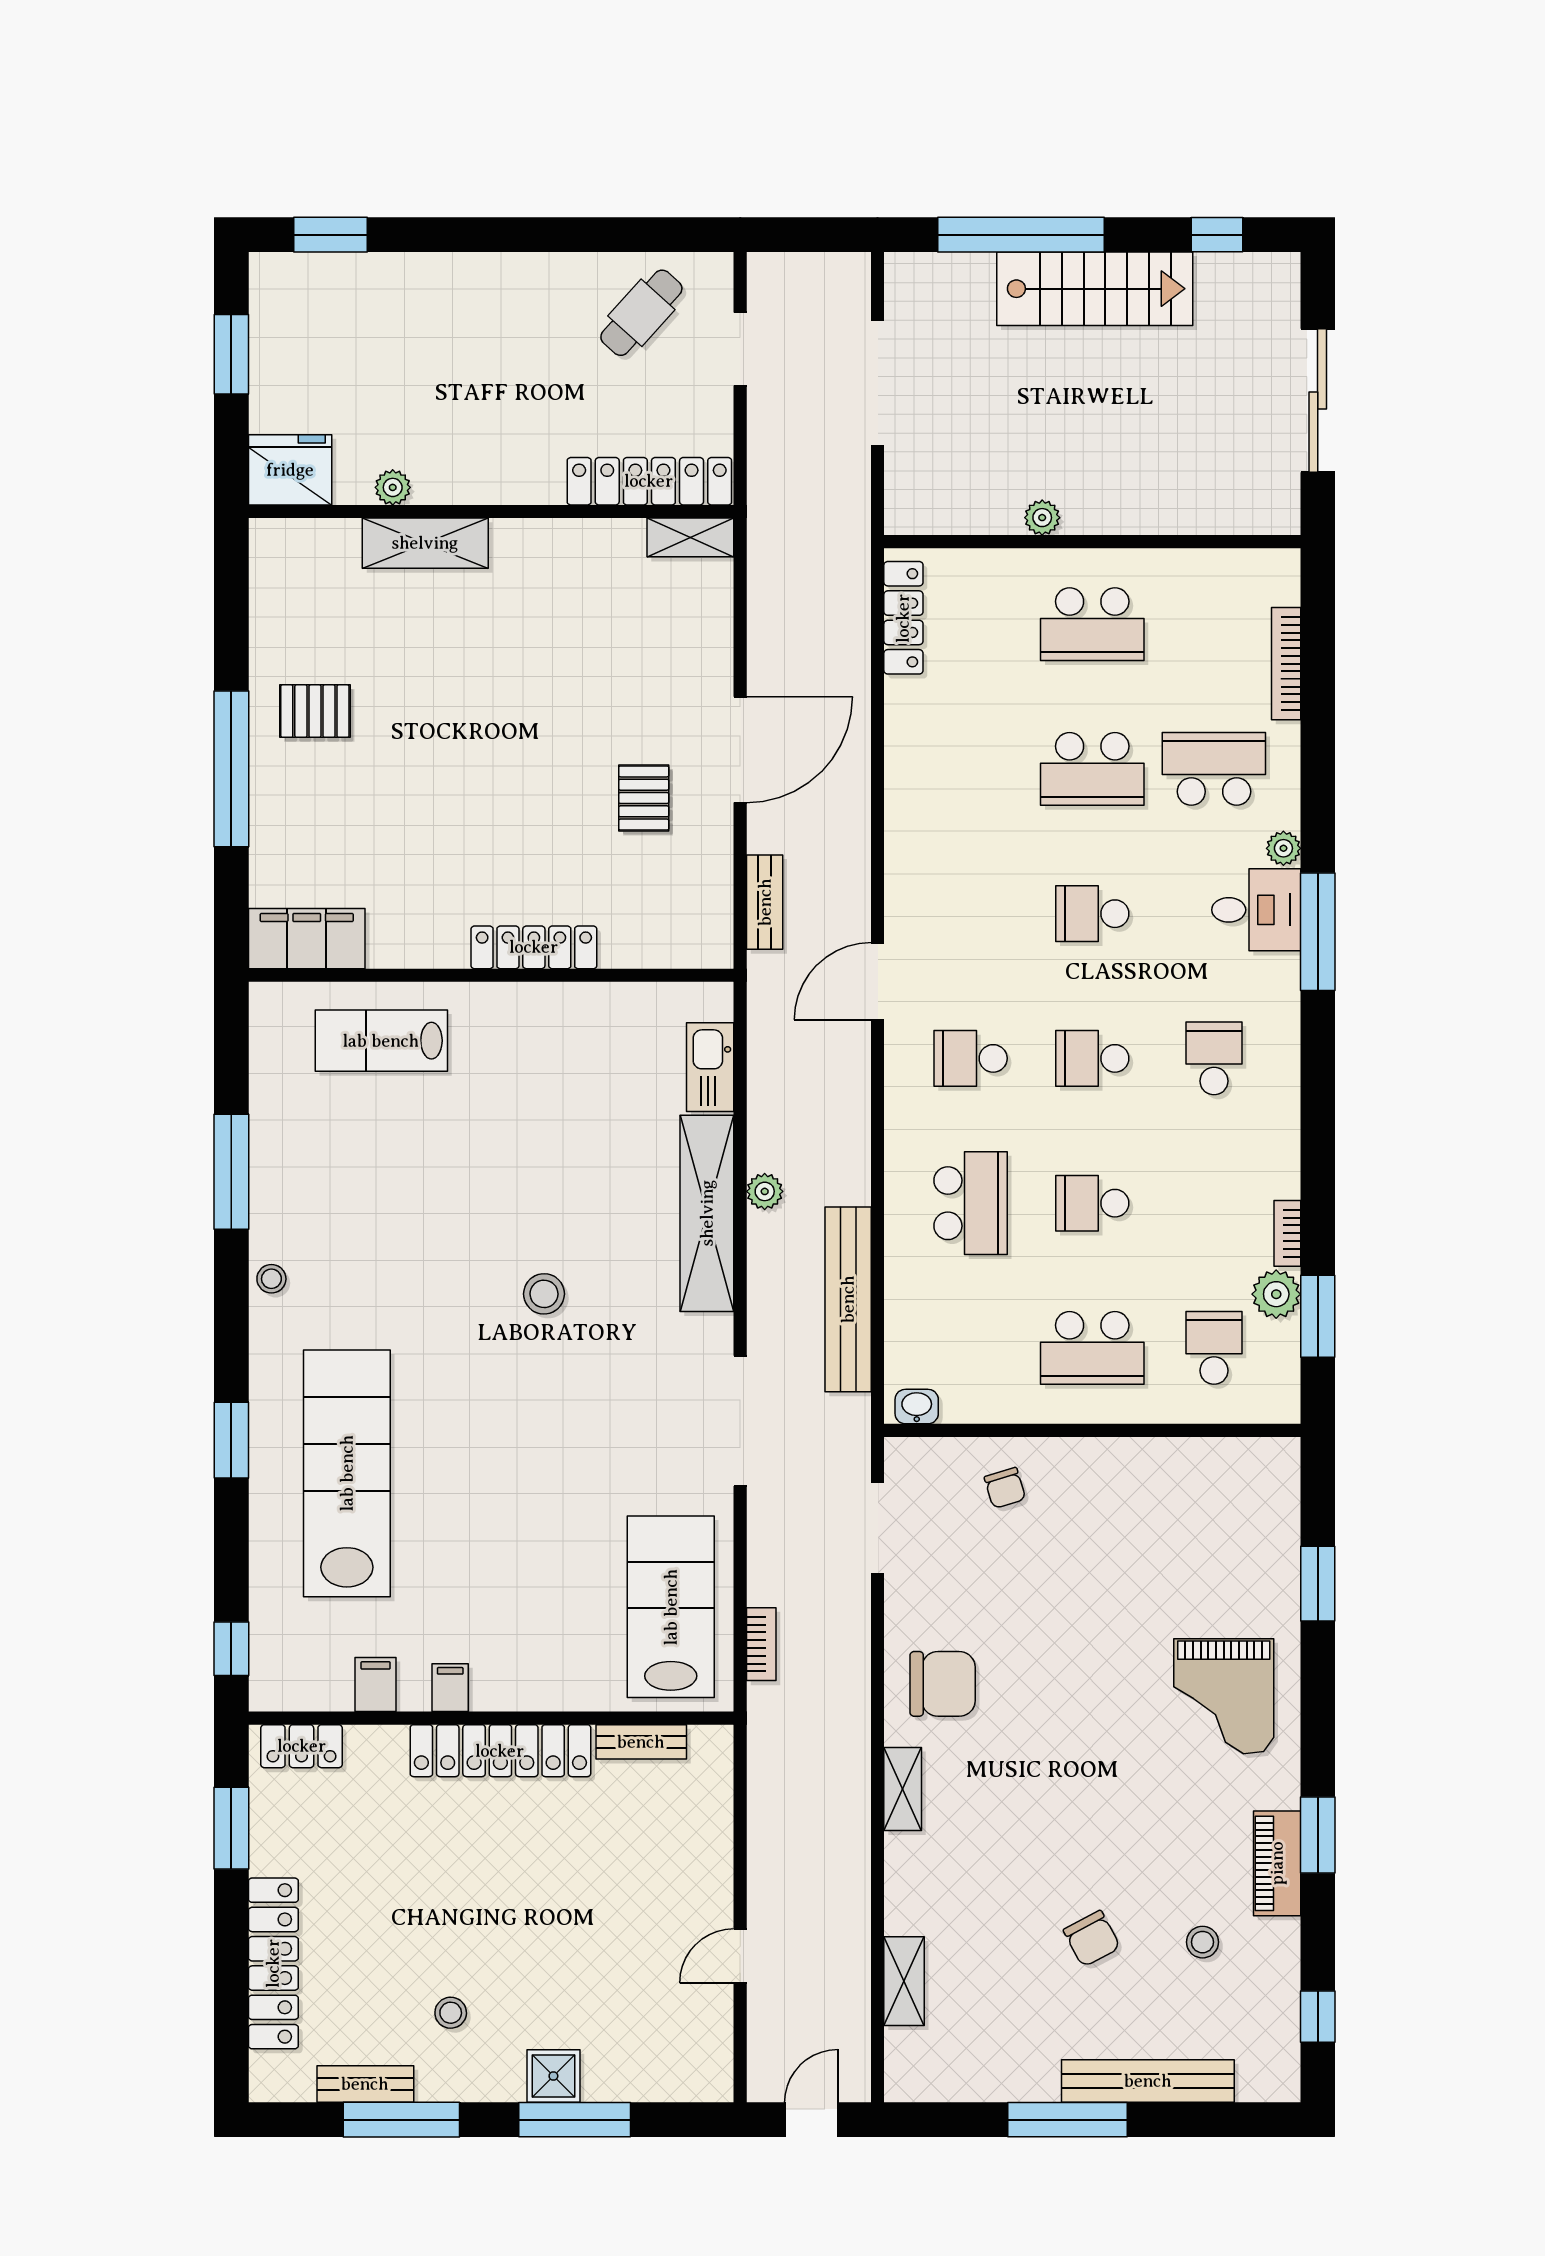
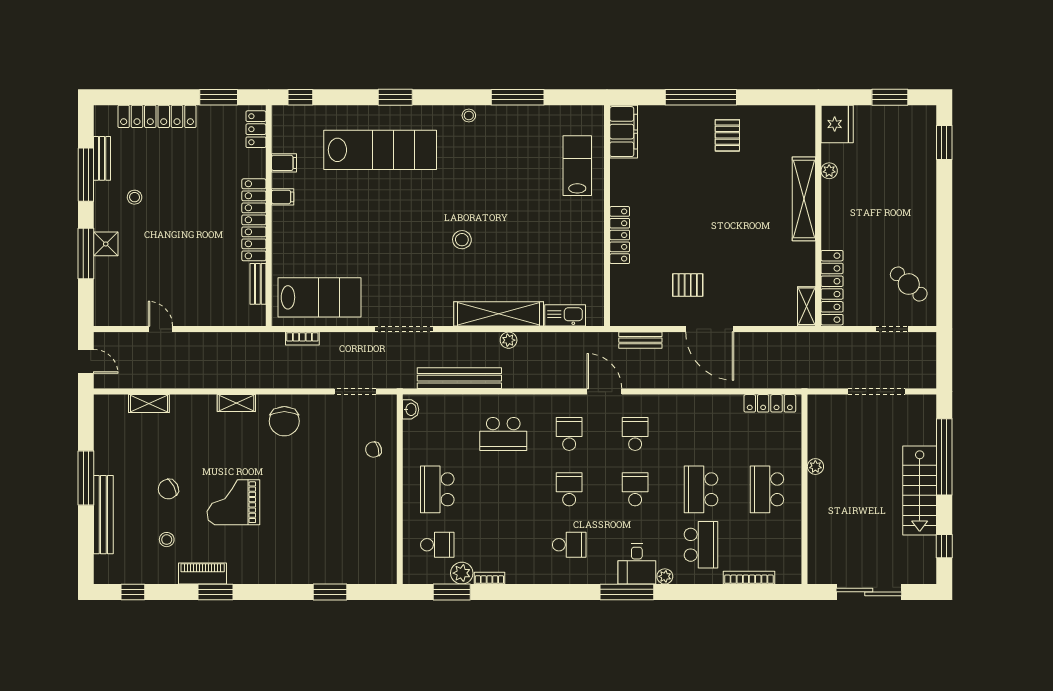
shelving: (425, 543) -> (804, 199), width x1.47
school desk: (1092, 1203) -> (635, 434), moved
grand piano: (1224, 1696) -> (233, 502), moved

